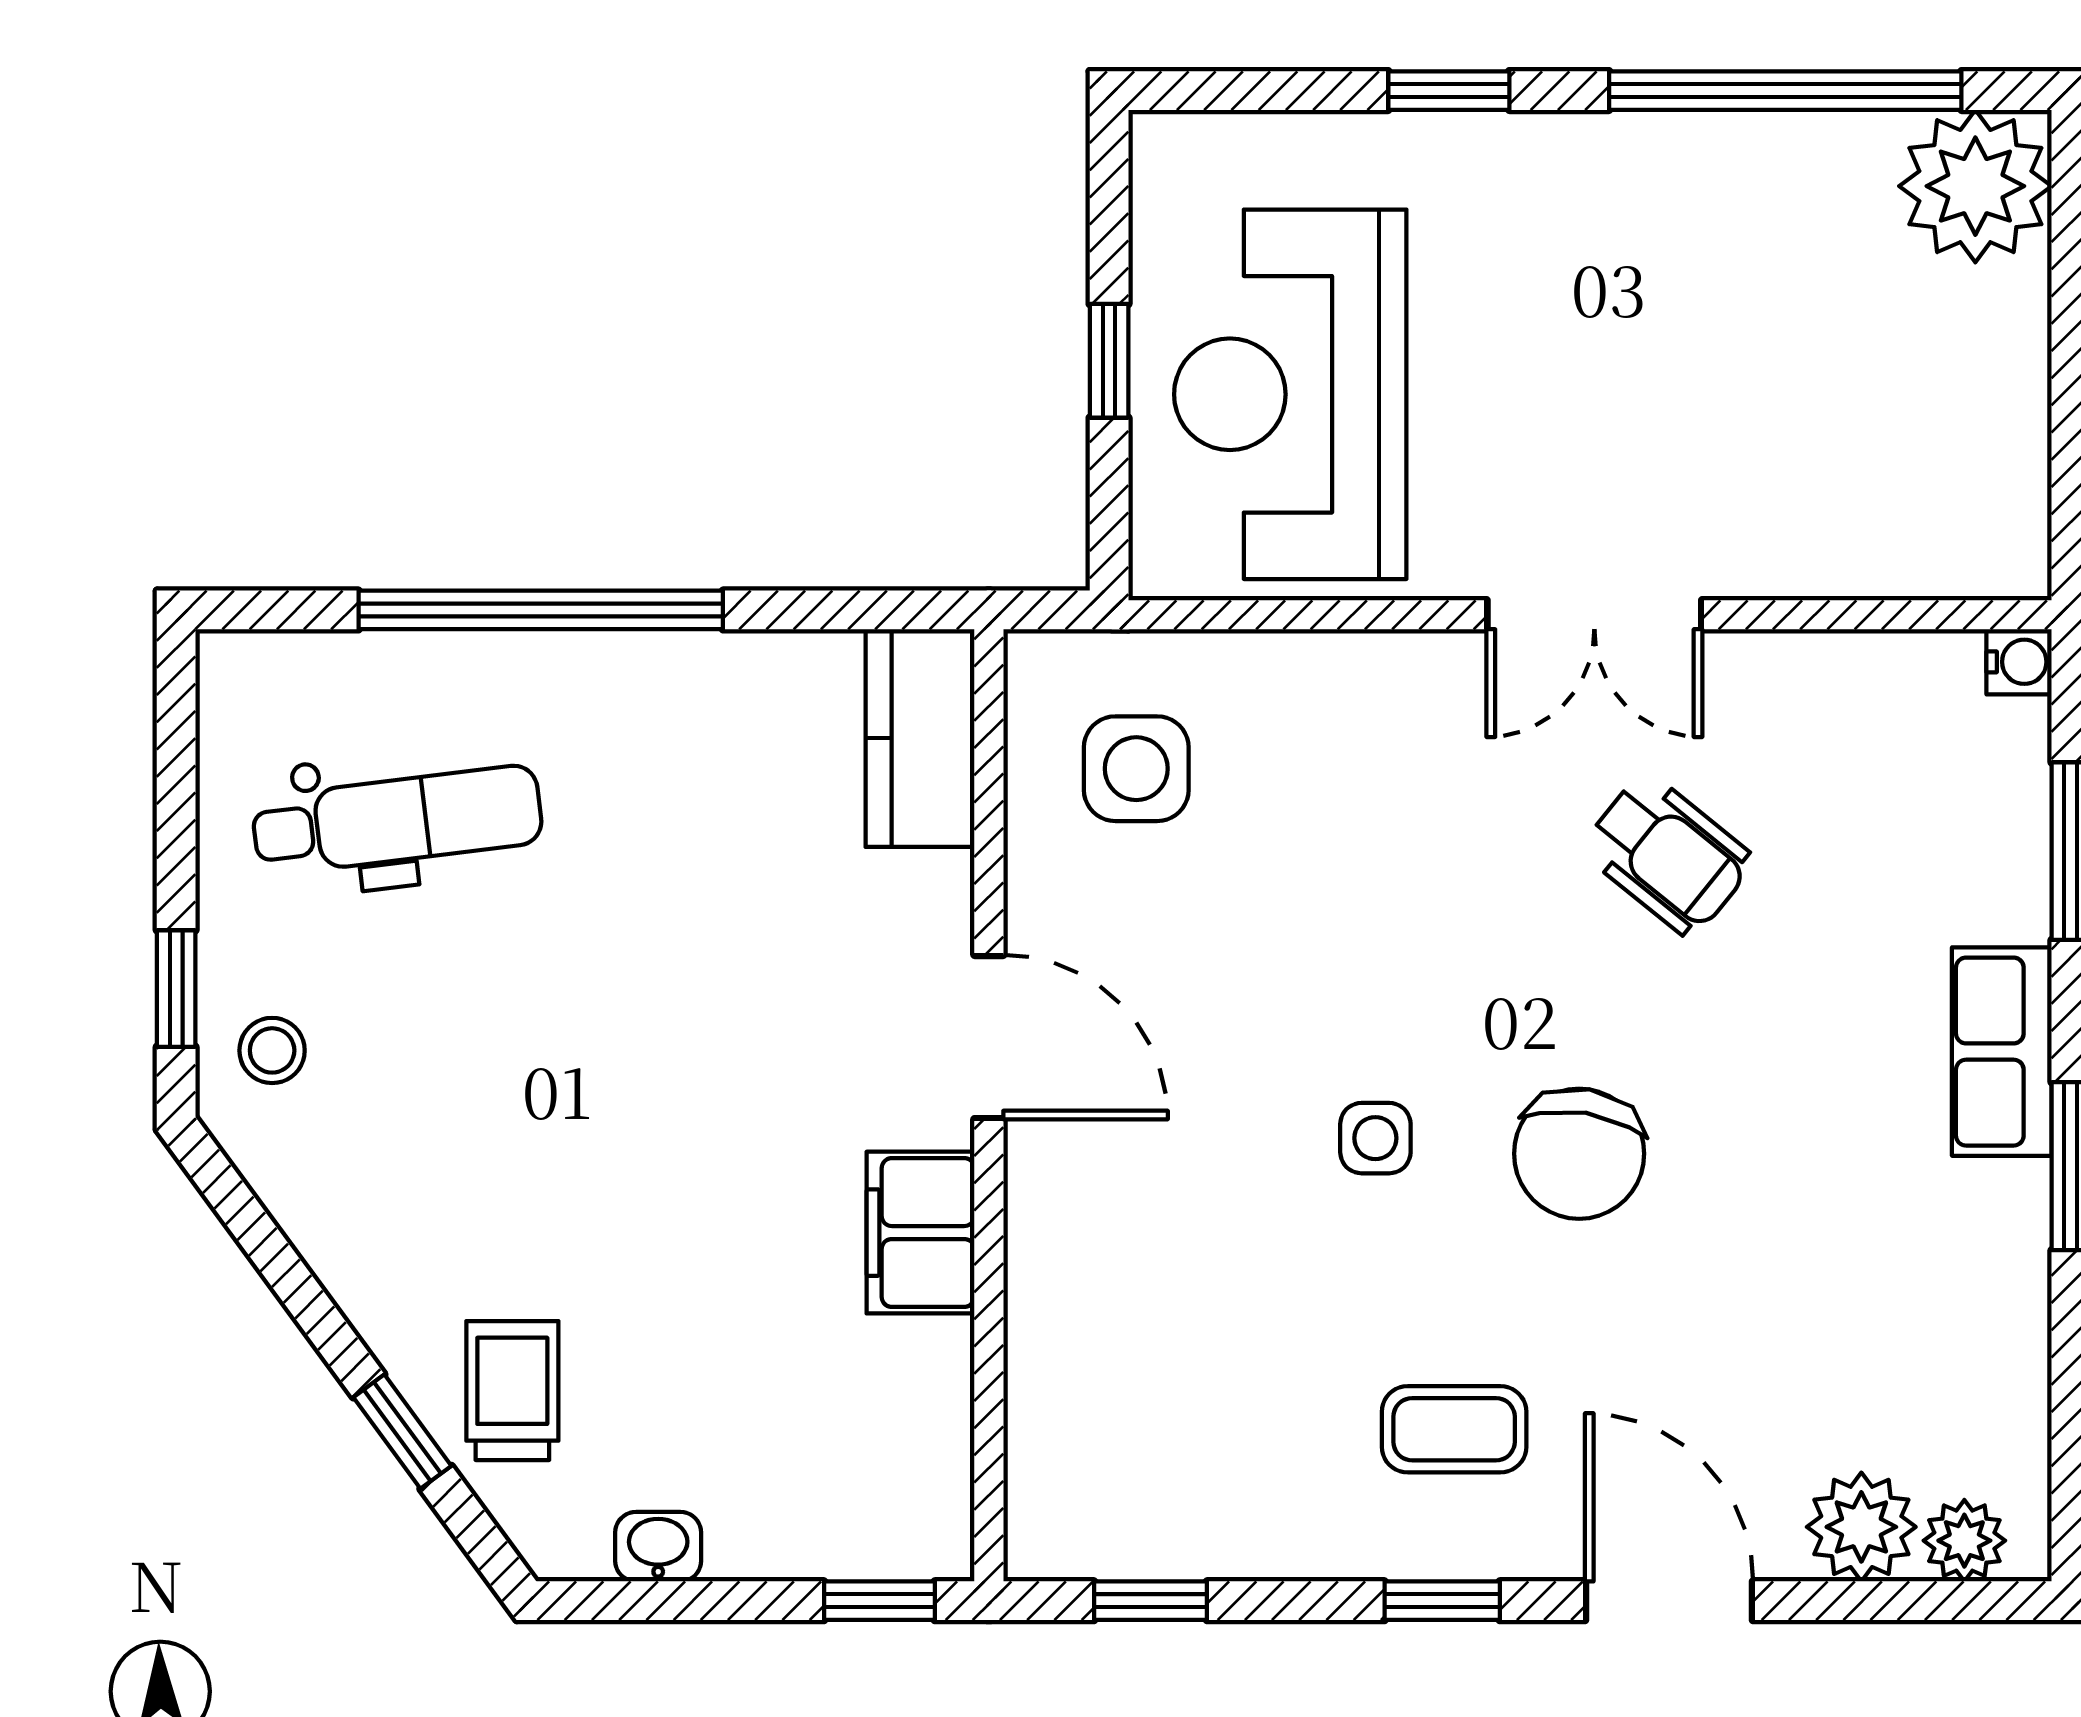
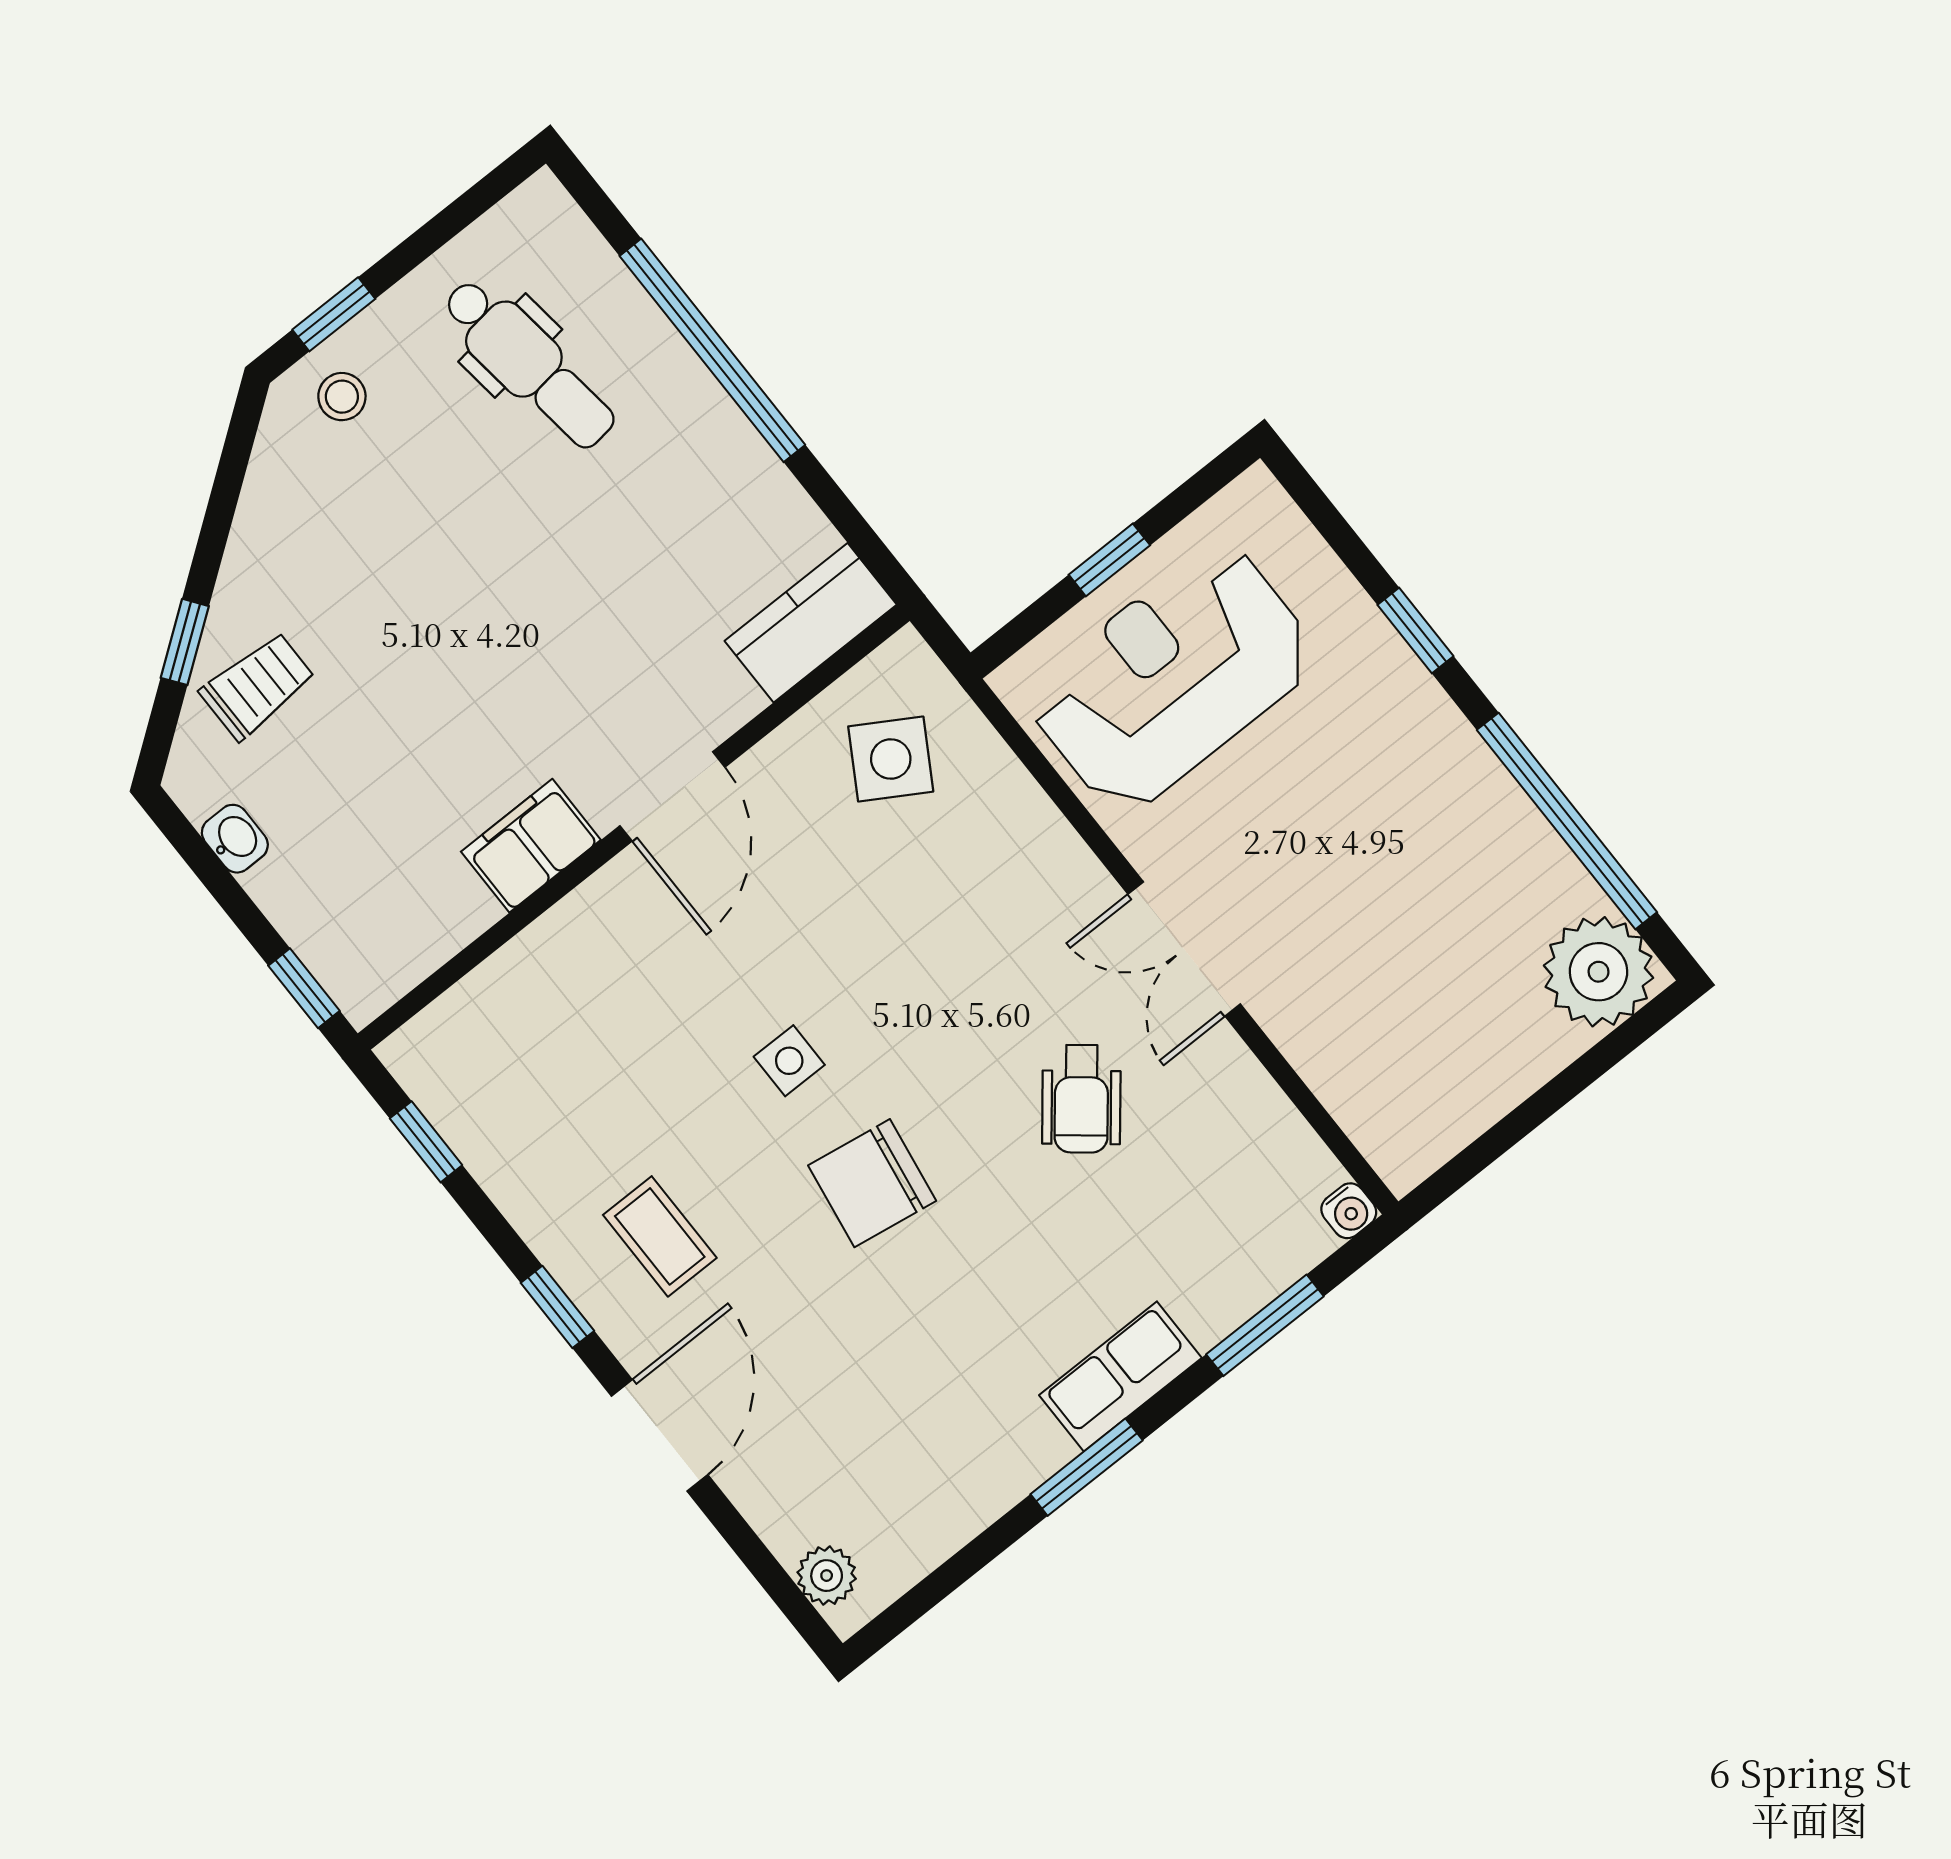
side table: (1136, 769) -> (891, 759), turned 31
plant: (1861, 1527) -> (788, 1511), removed

